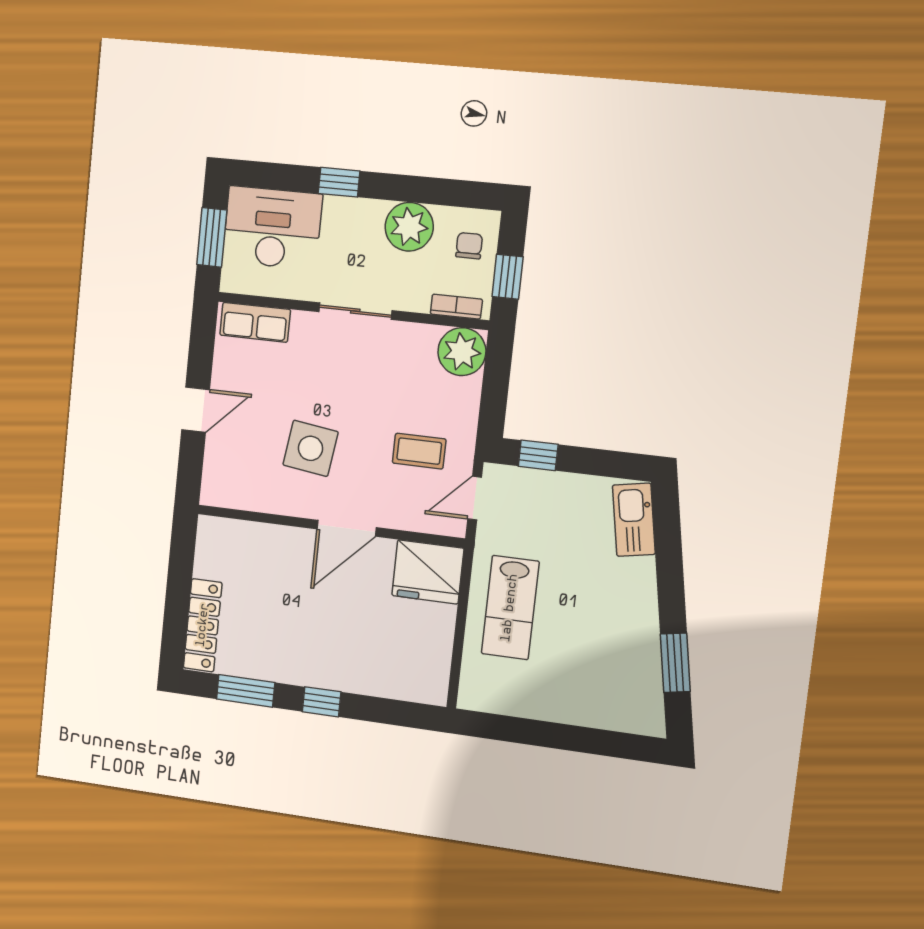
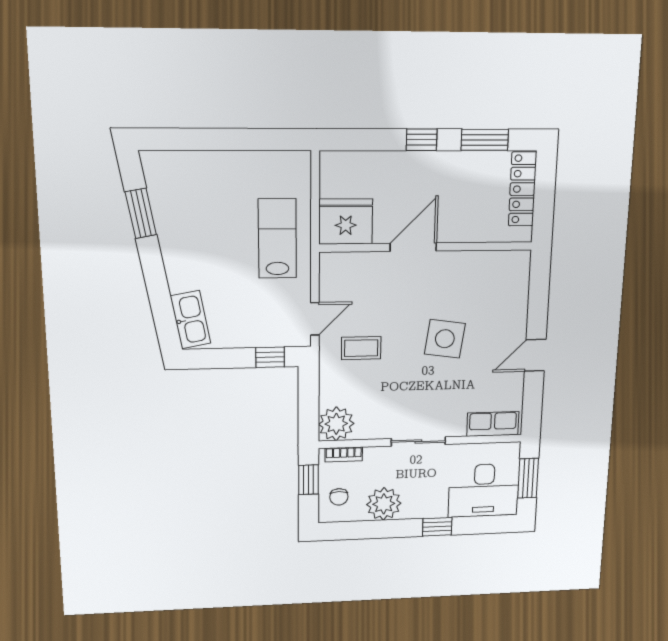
wall: (330, 526) -> (427, 247), moved
door: (346, 528) -> (413, 247), moved
fridge: (428, 572) -> (346, 222), moved

